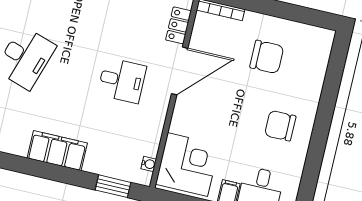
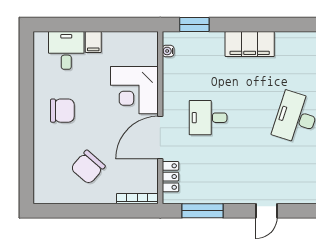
chair: (267, 57) -> (88, 167), turned -49
corner desk: (188, 165) -> (134, 90), moved

